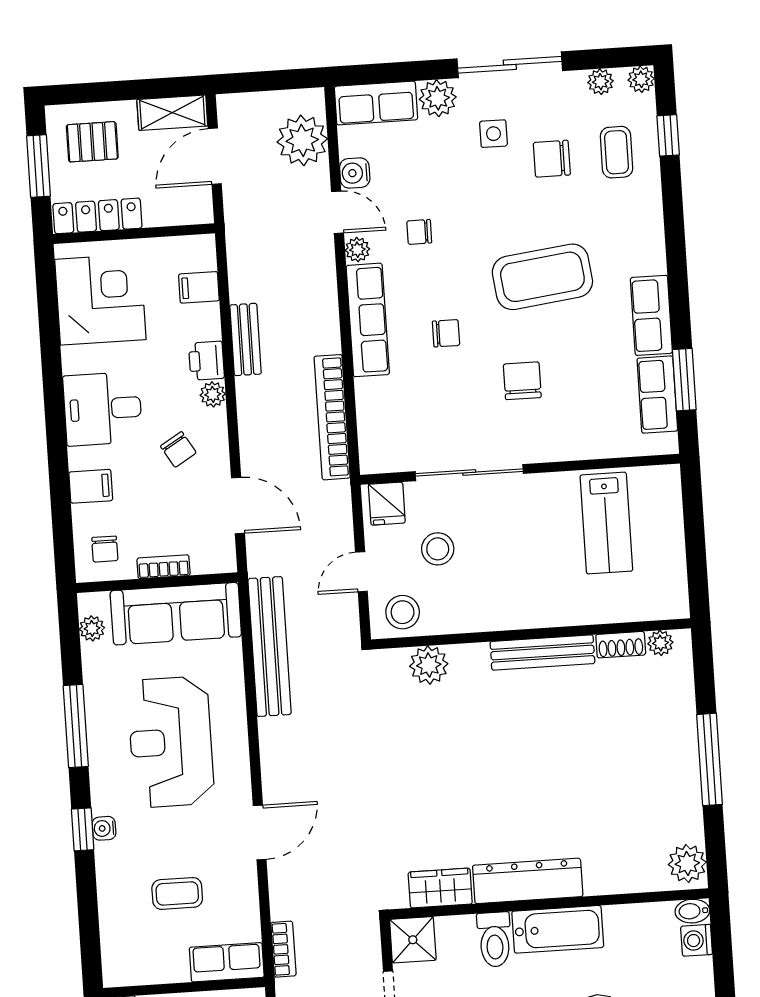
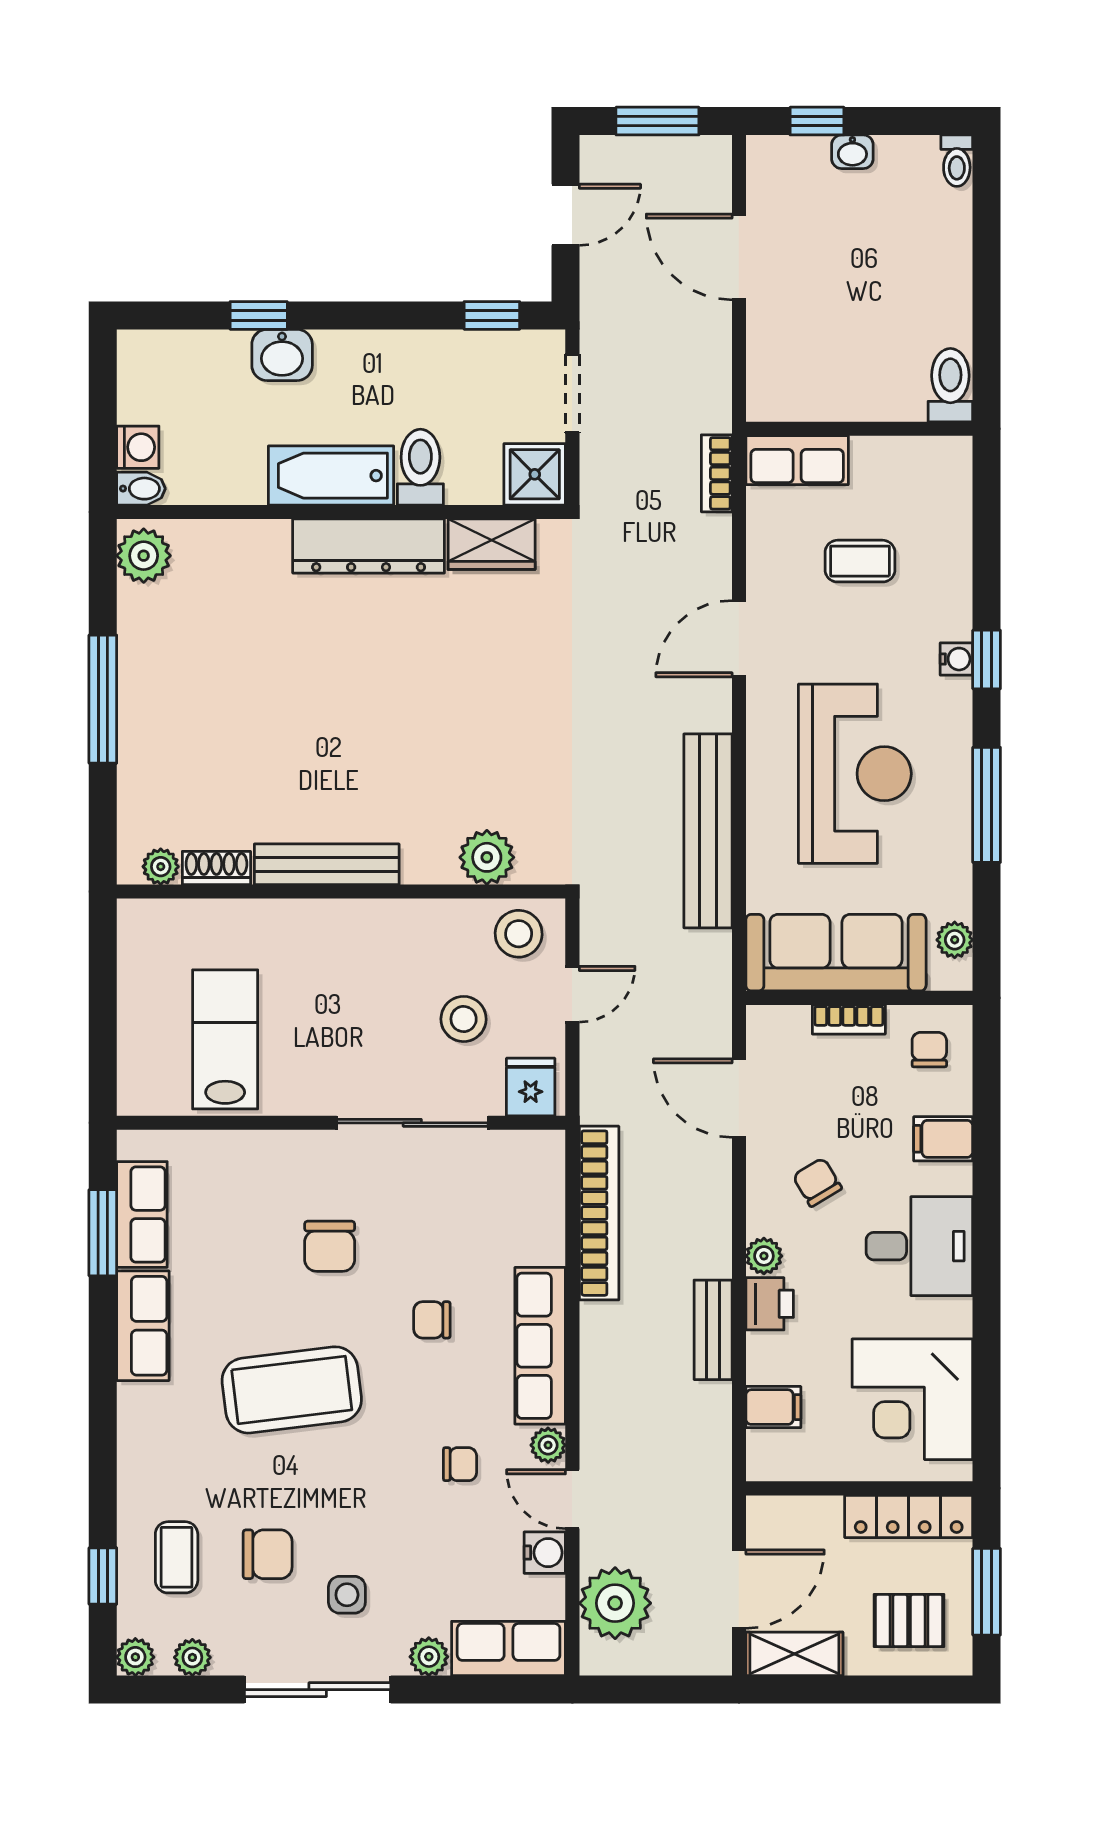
plant: (438, 98) -> (429, 1657), width x0.73, depth x0.73
bench: (270, 646) -> (708, 831), moved

